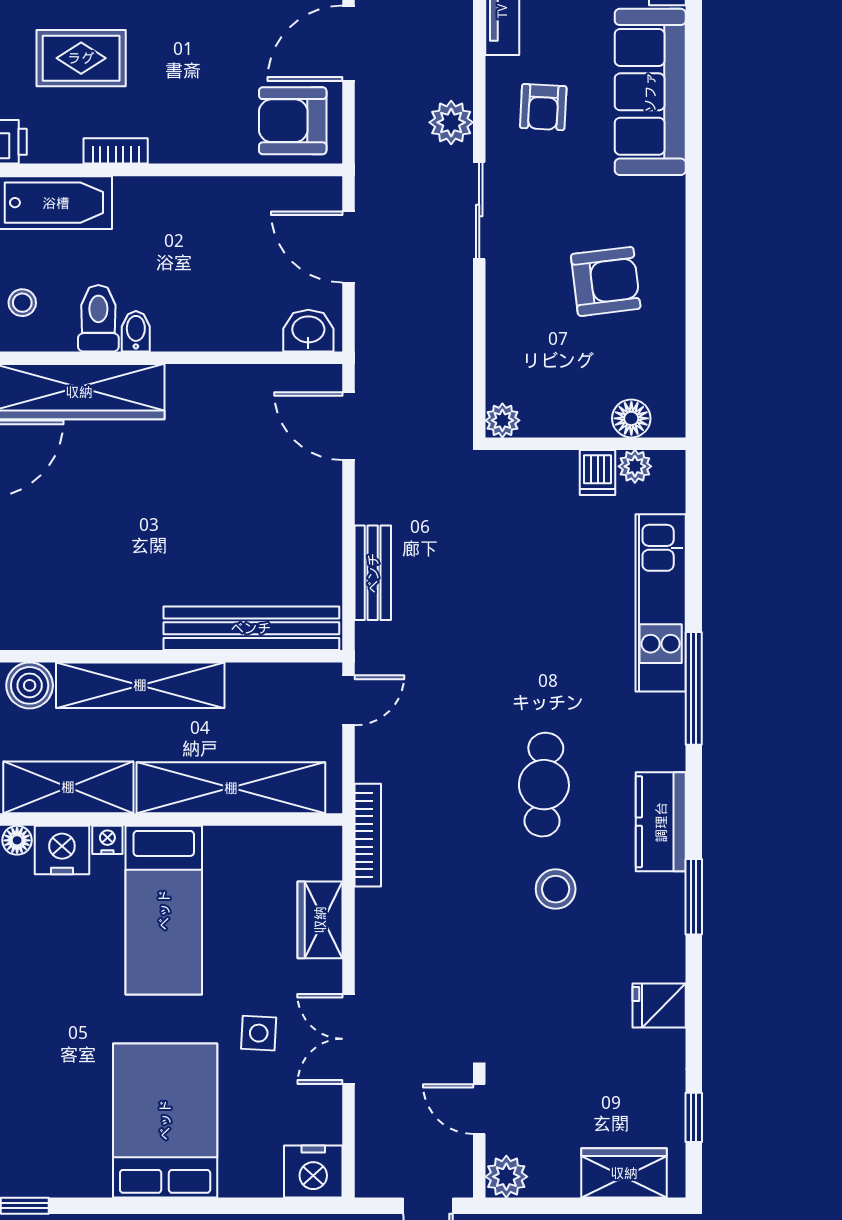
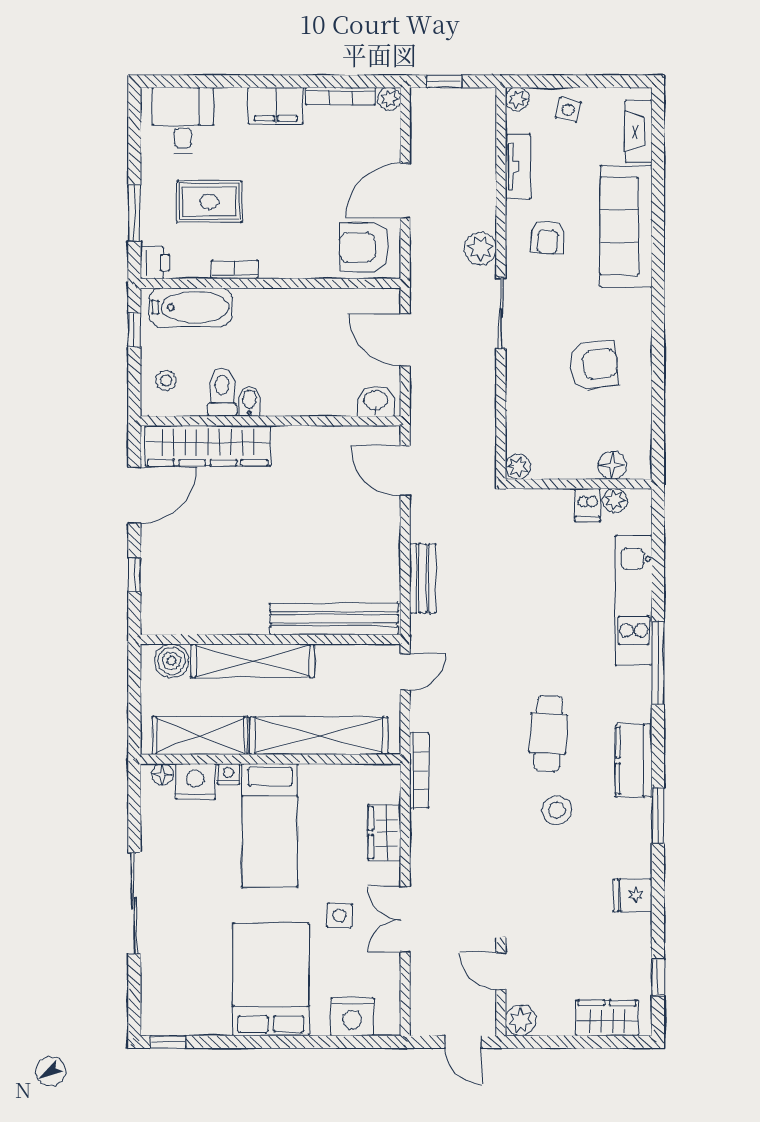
nightstand: (313, 1171) -> (352, 1017), moved

